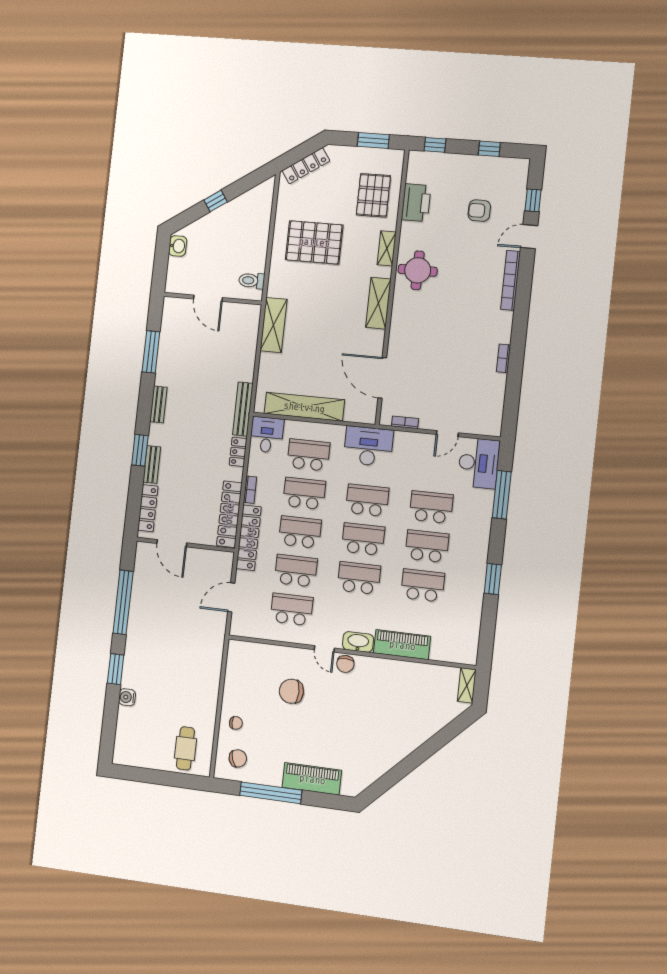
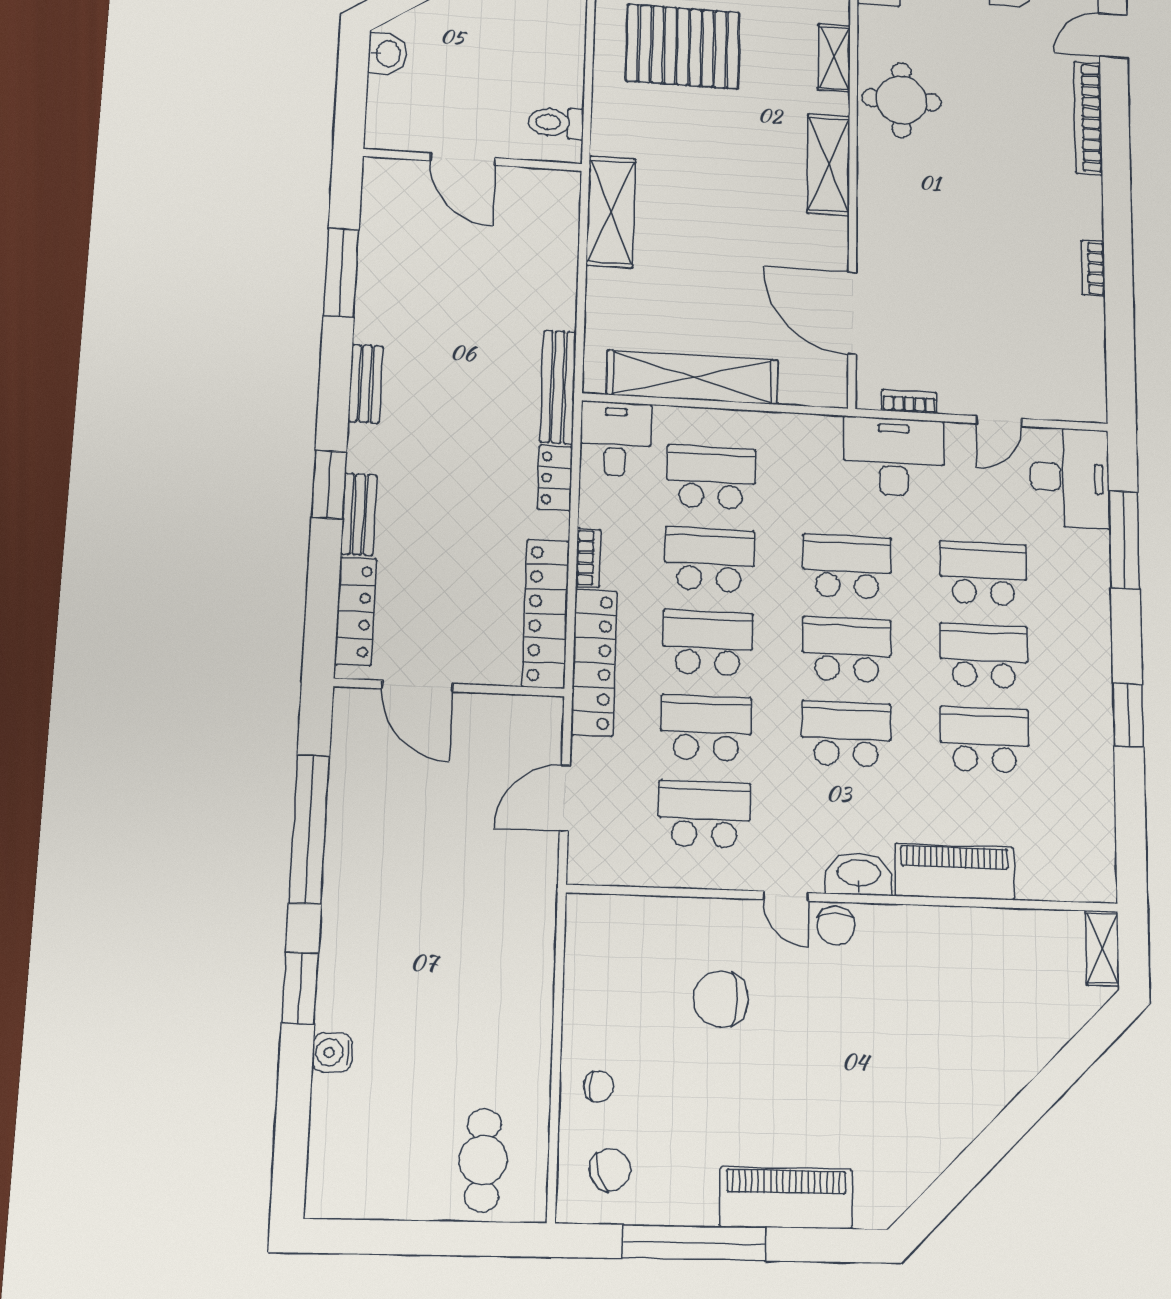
desk: (368, 446) -> (894, 457), moved

